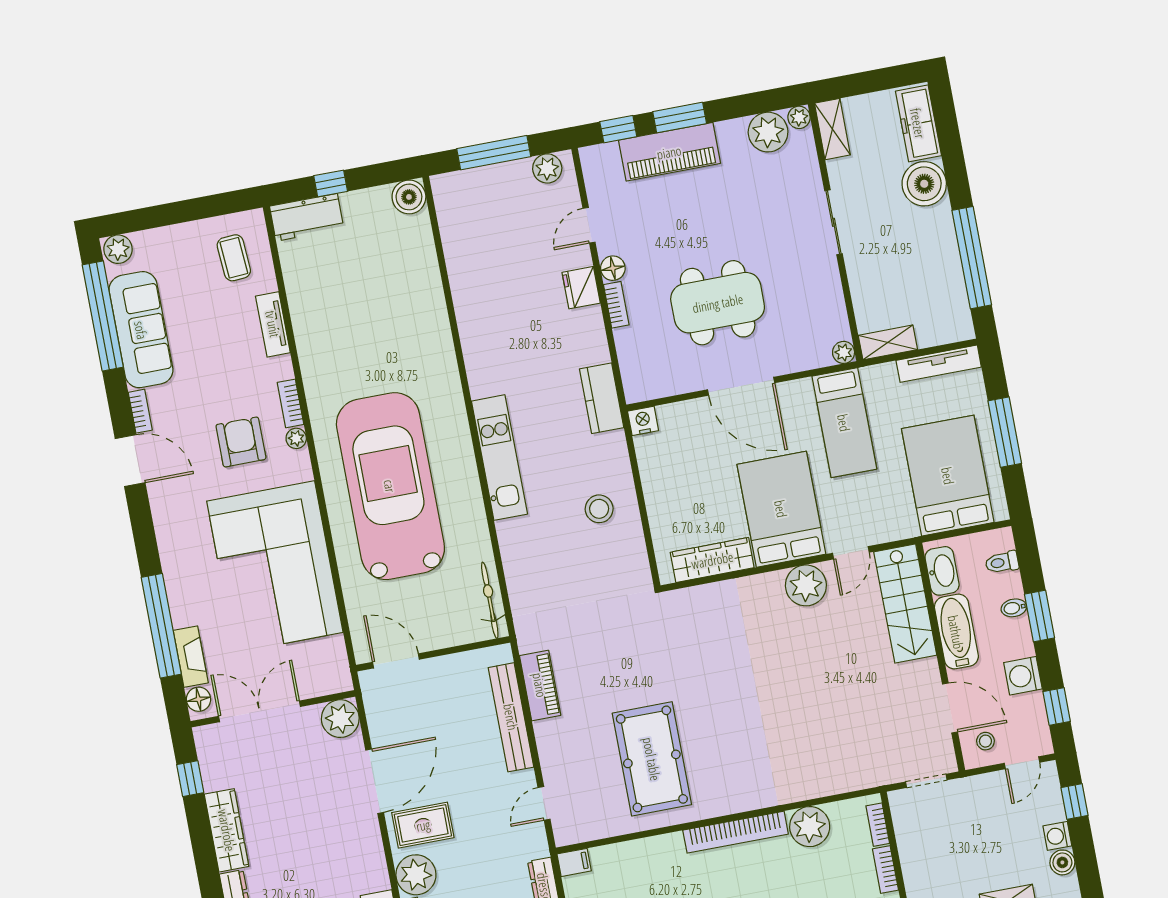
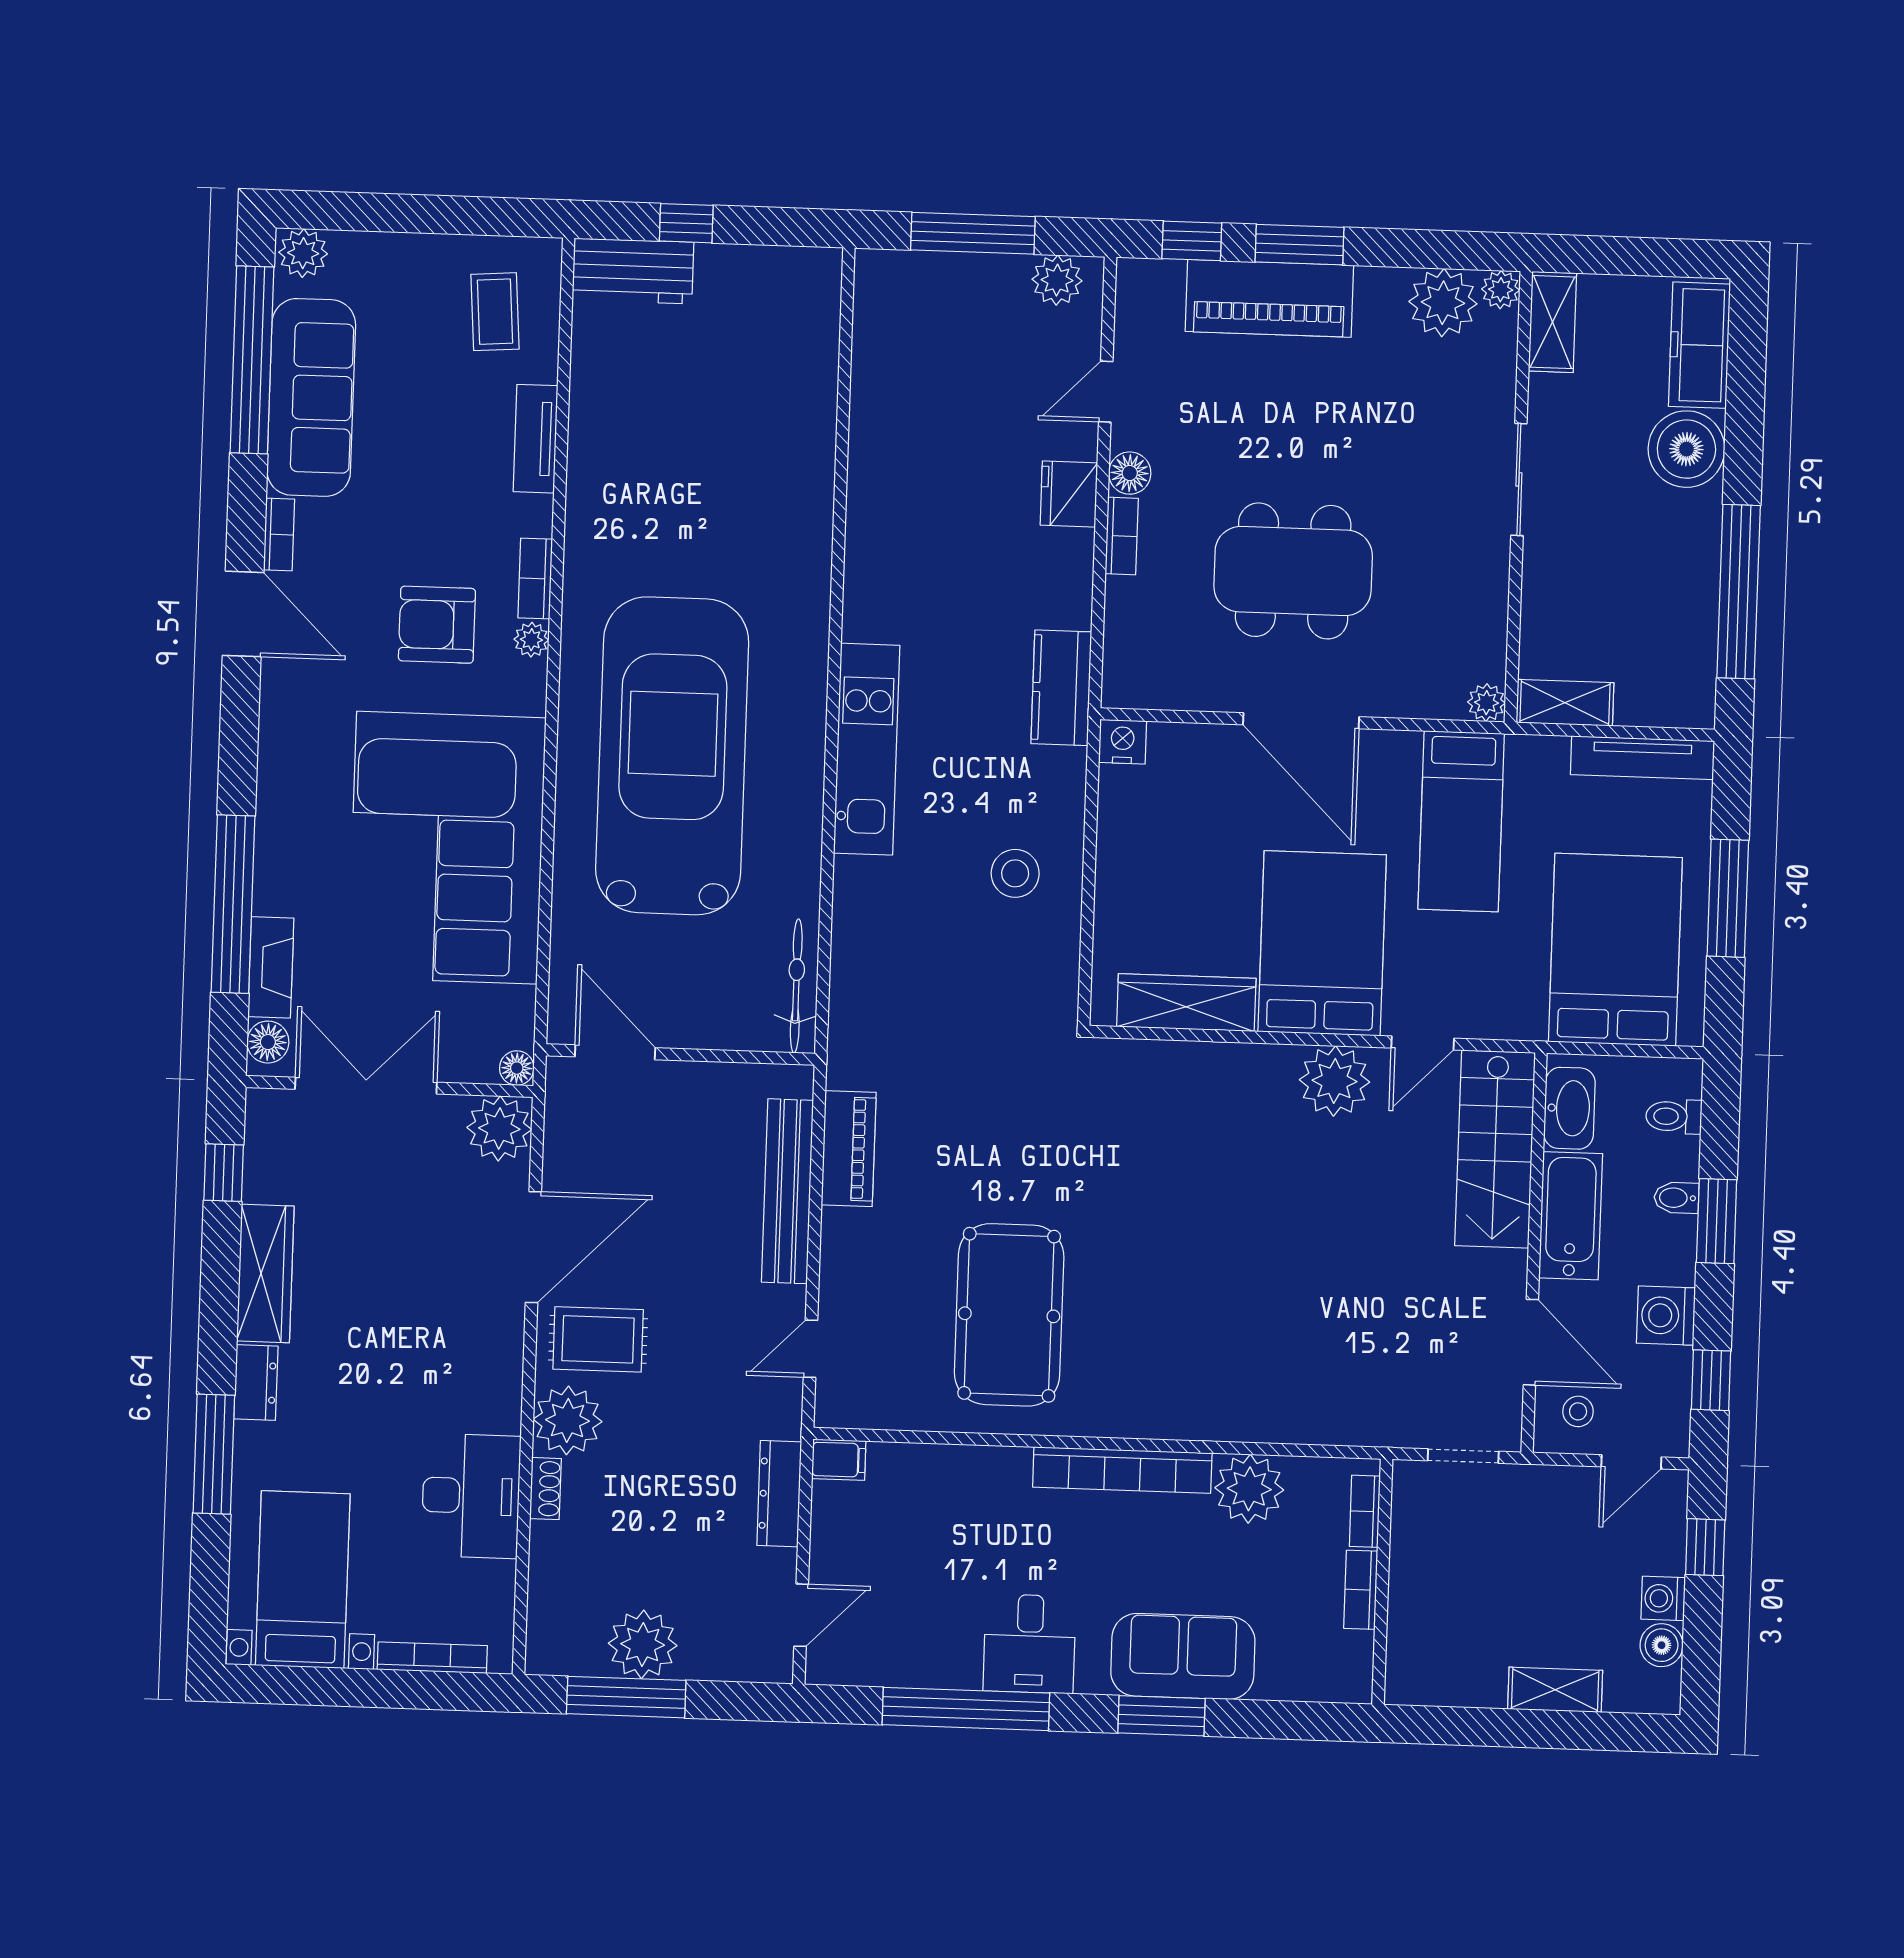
boiler: (409, 197) -> (813, 276), removed
armchair: (241, 442) -> (437, 625), turned -90
floor lamp: (342, 682) -> (517, 1068), added

